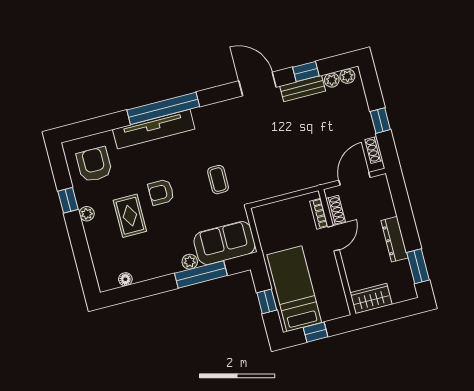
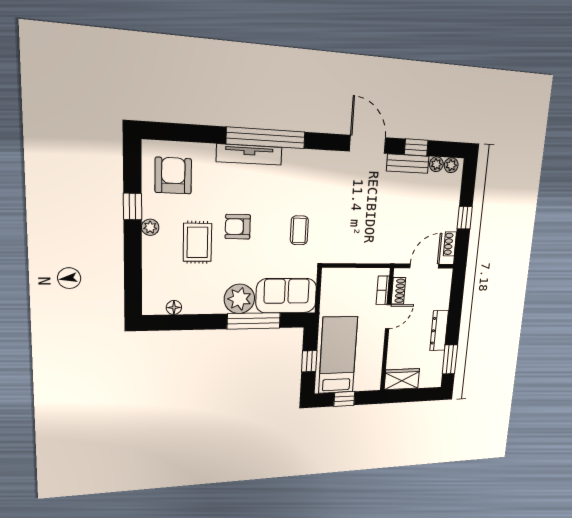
tv unit: (154, 129) -> (249, 155), width x0.73, depth x0.78
plant: (190, 262) -> (239, 299), width x1.87, depth x1.87

